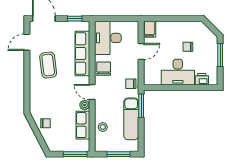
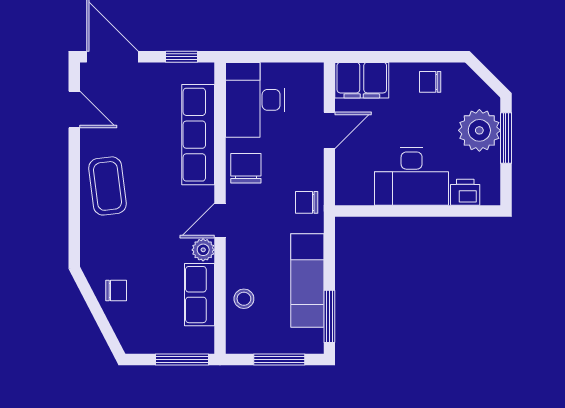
filing cabinet: (150, 29) -> (362, 80), width x2.00
door: (27, 42) -> (74, 109), swing flipped
chair: (188, 47) -> (430, 82), moved
plant: (208, 52) -> (479, 130), added
coffee table: (48, 65) -> (107, 186), moved
door: (92, 92) -> (220, 221), hinge flipped
window: (141, 106) -> (329, 316), moved

